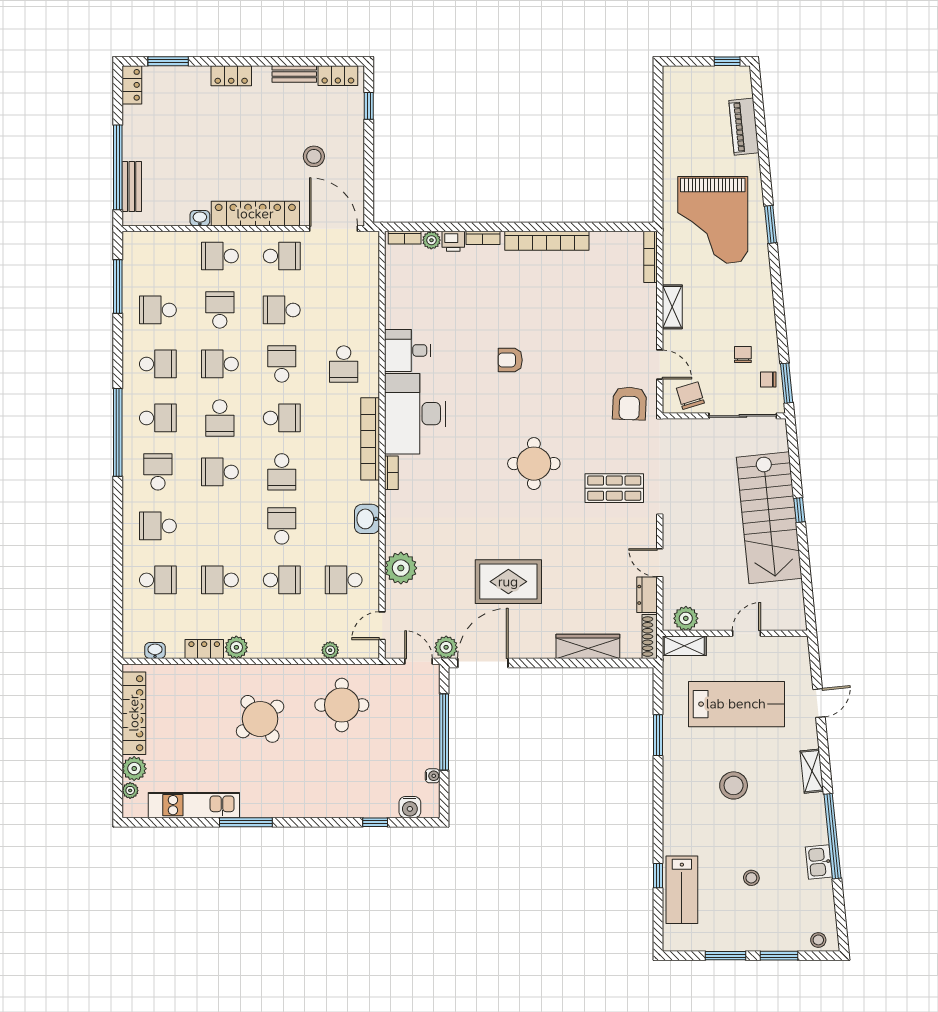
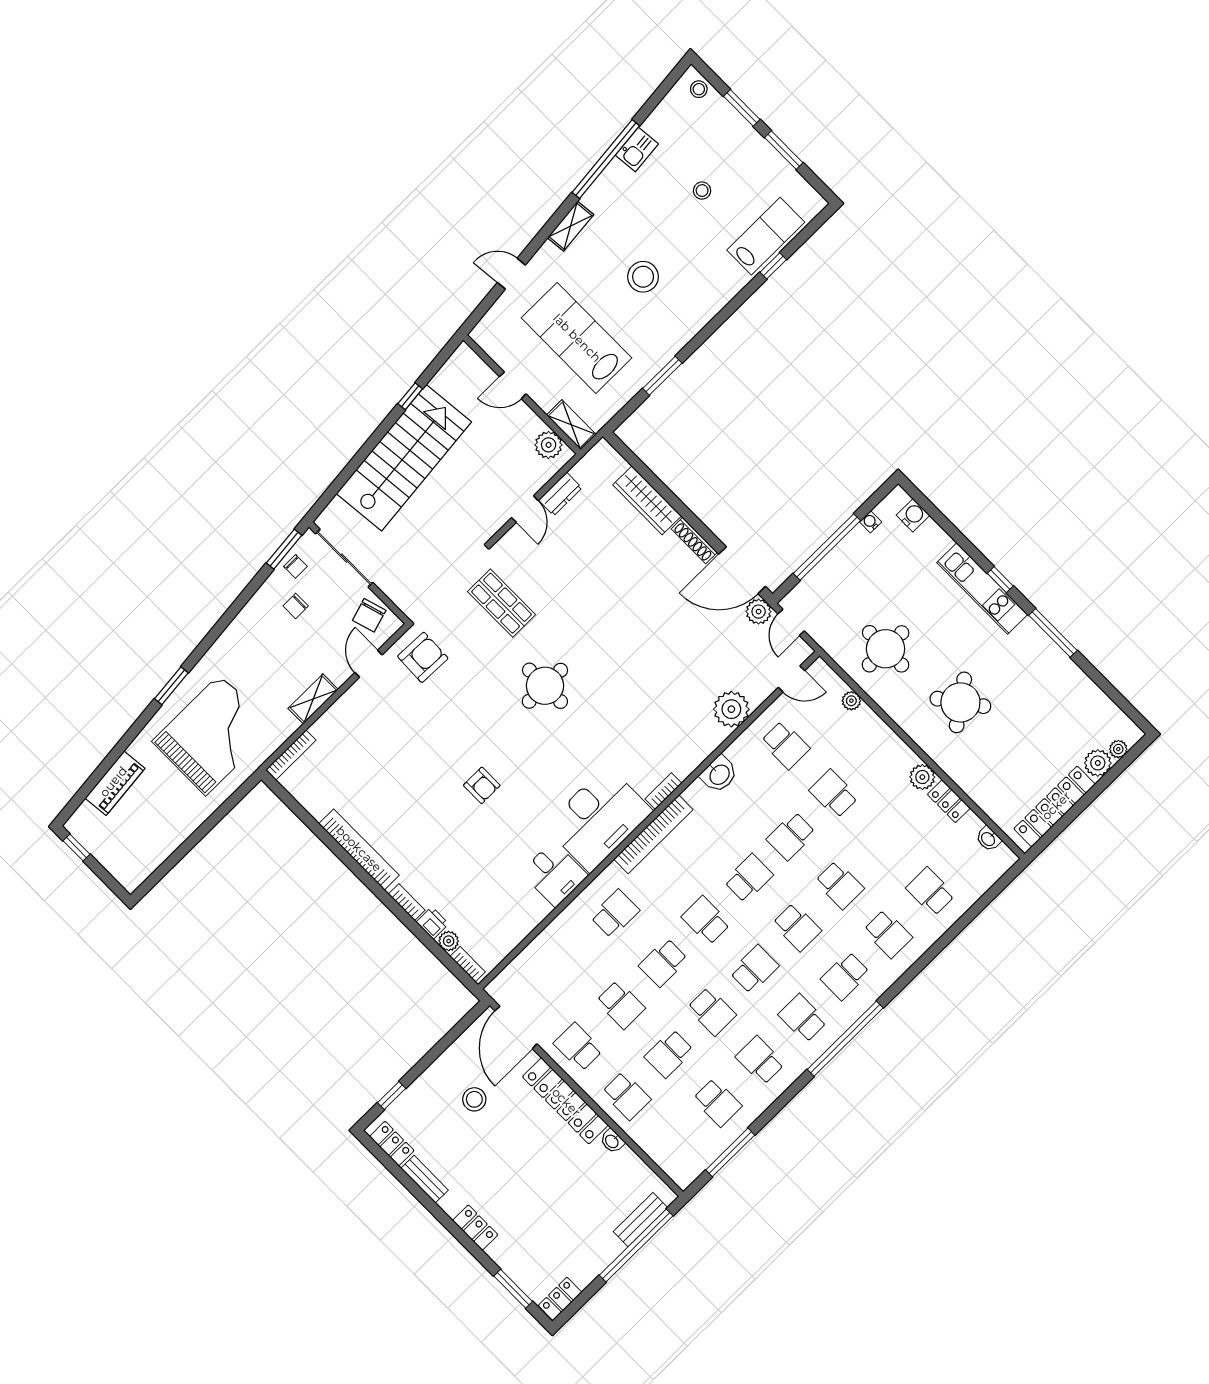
window: (799, 510) -> (410, 396), moved
school desk: (220, 580) -> (839, 885), moved
rug: (508, 582) -> (658, 614), removed
shoe rack: (650, 637) -> (694, 541), moved, turned 90
kitchen unit: (194, 805) -> (982, 588), moved
window: (375, 822) -> (1000, 580), moved

